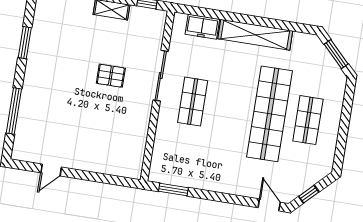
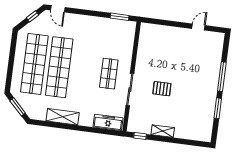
freezer: (202, 27) -> (108, 122), width x1.40
shelving: (255, 35) -> (63, 117), width x0.68
window: (14, 111) -> (222, 77), moved
shop shelf: (308, 120) -> (34, 64), width x2.00, depth x1.36

